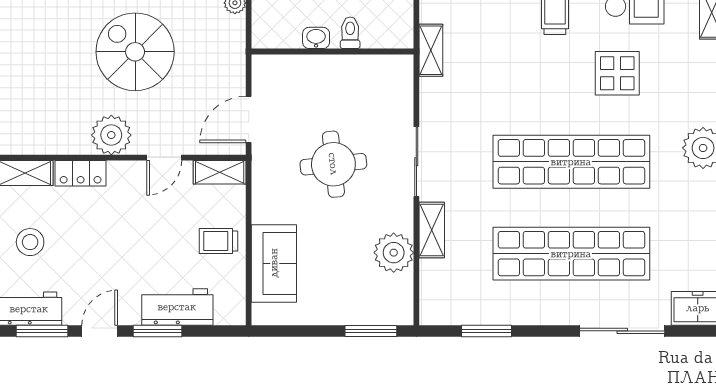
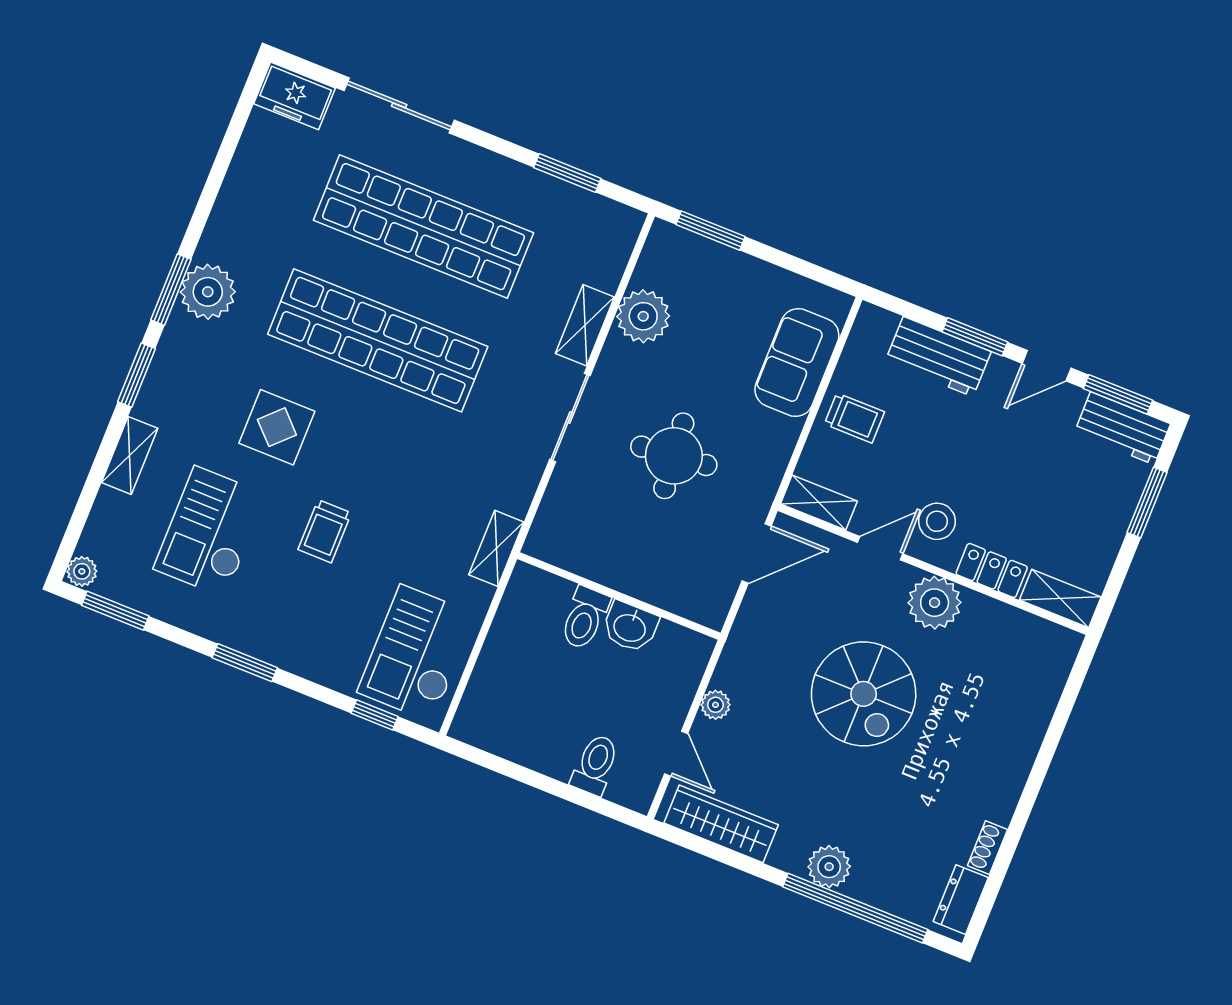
toilet: (350, 33) -> (585, 618), width x1.37, depth x1.39
washbasin: (316, 38) -> (630, 627), width x1.38, depth x1.45
stool: (30, 242) -> (937, 521), moved

